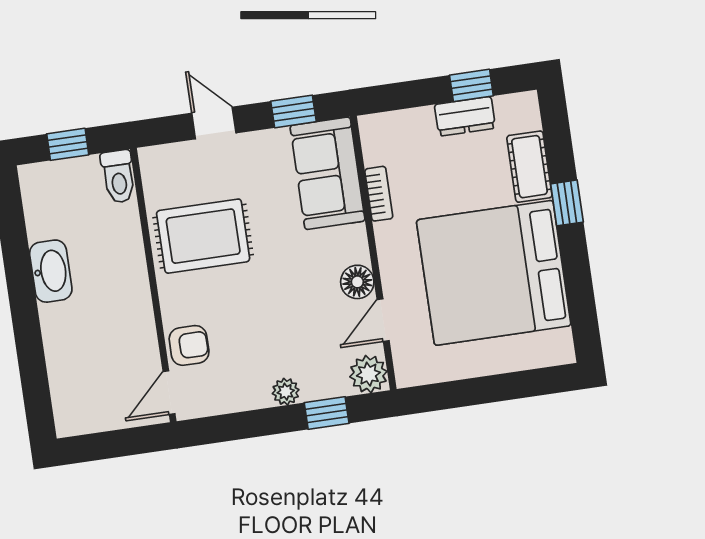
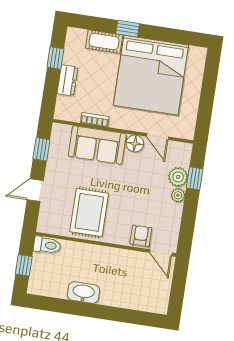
dresser: (465, 116) -> (67, 80), moved
sofa: (328, 173) -> (97, 145), moved
plant: (368, 374) -> (178, 177), moved

